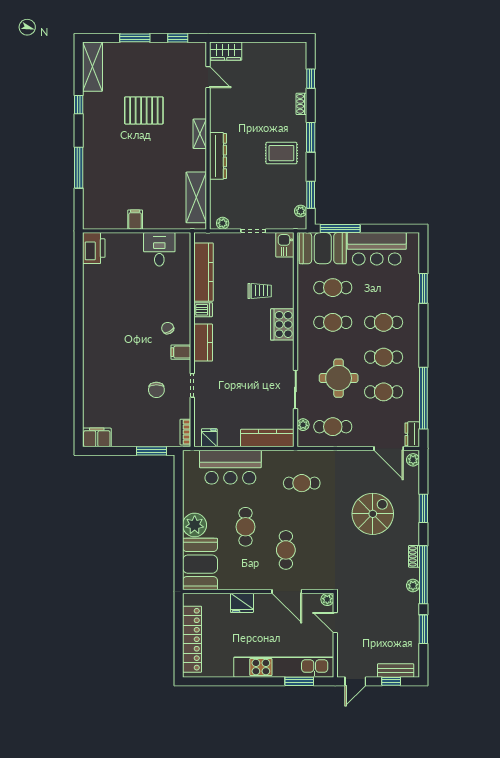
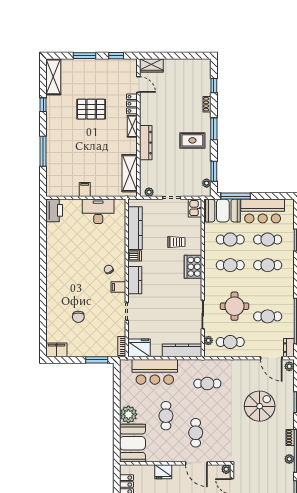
locker: (199, 103) -> (132, 104), added
desk: (159, 249) -> (98, 211), width x1.37
cafe table: (384, 357) -> (268, 240), moved
chair: (156, 390) -> (78, 317), moved
fridge: (209, 438) -> (139, 348), width x1.88, depth x1.34

